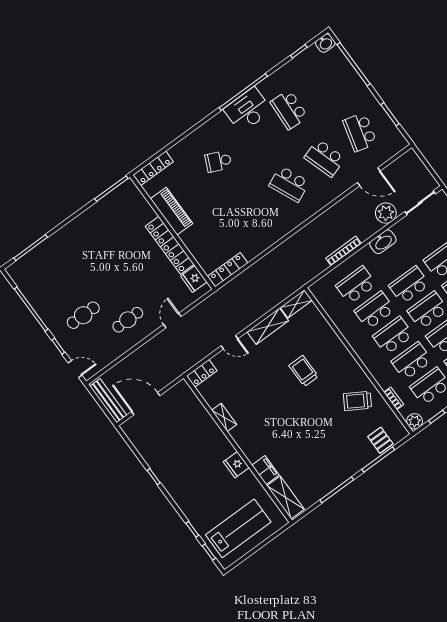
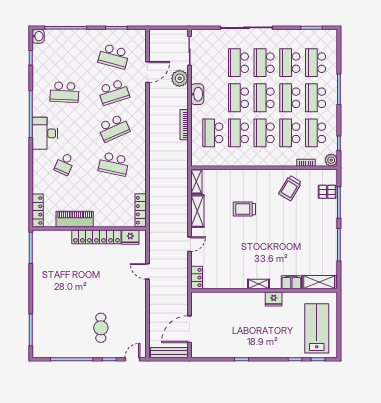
desk: (248, 110) -> (45, 133), moved
school desk: (254, 210) -> (114, 164), added
cafe table: (128, 320) -> (125, 300), removed
shelving: (224, 417) -> (259, 284), moved

